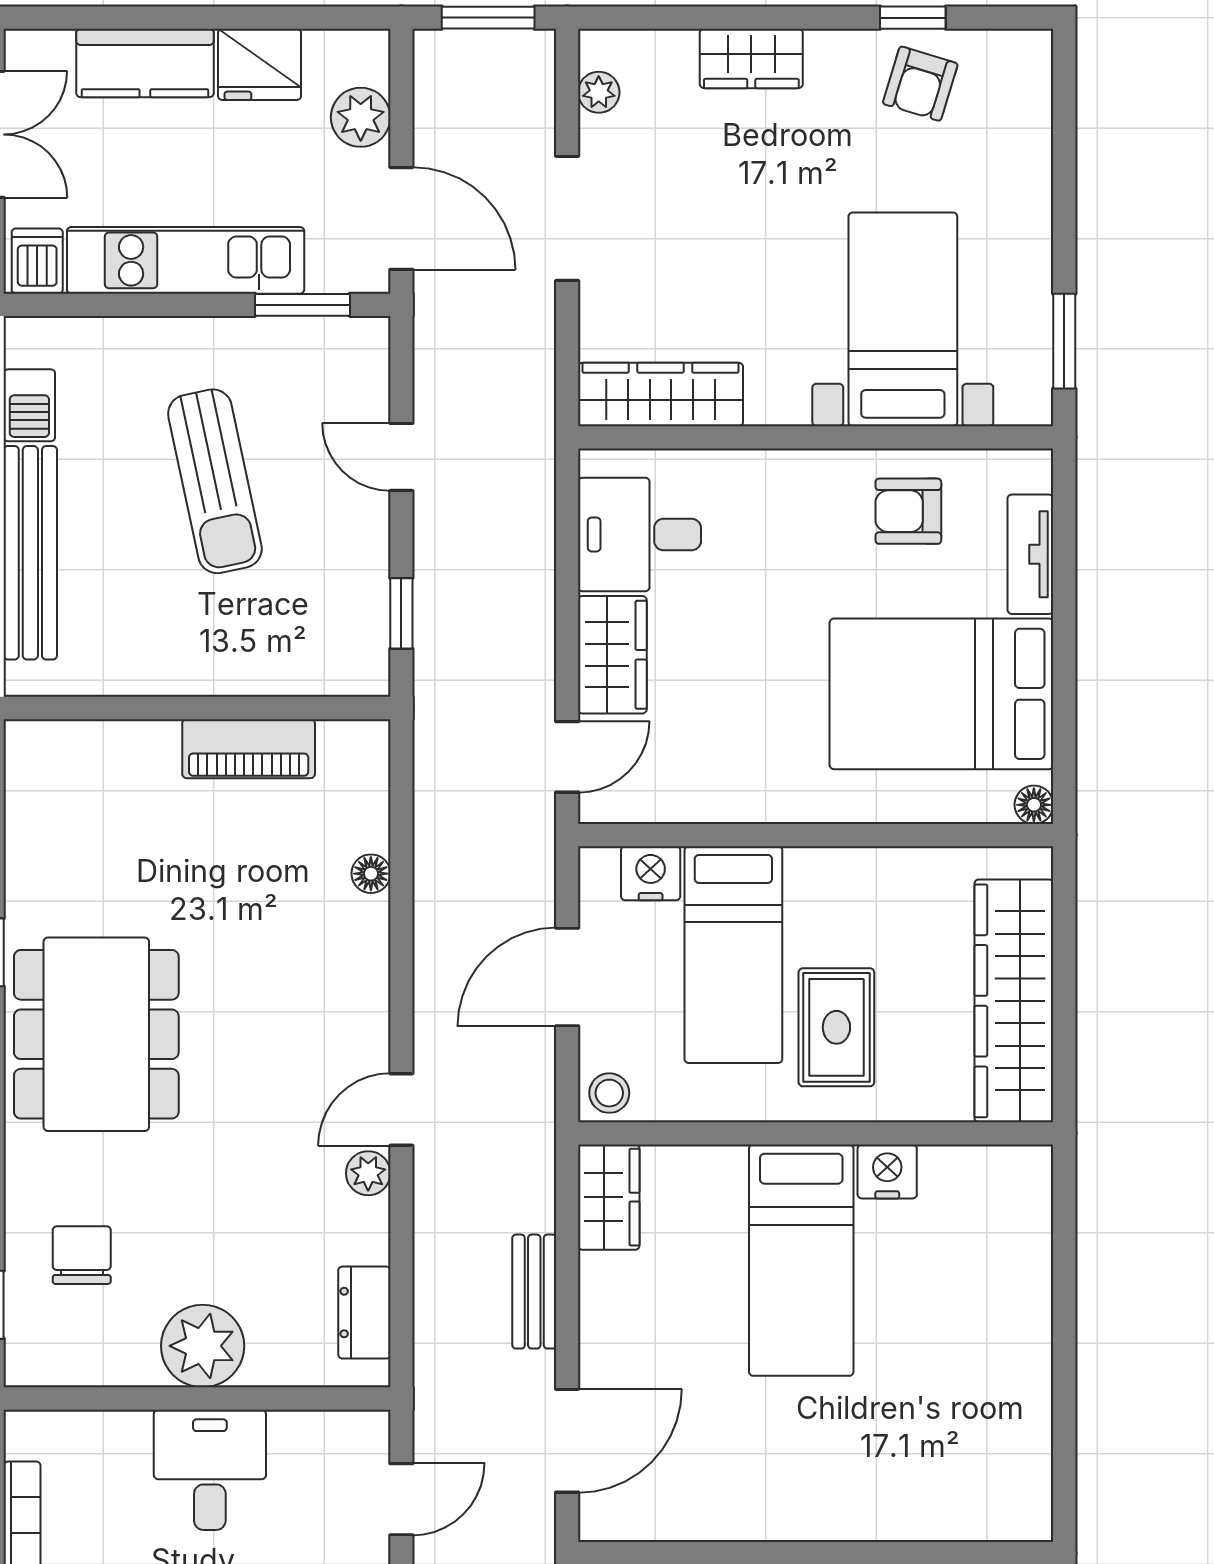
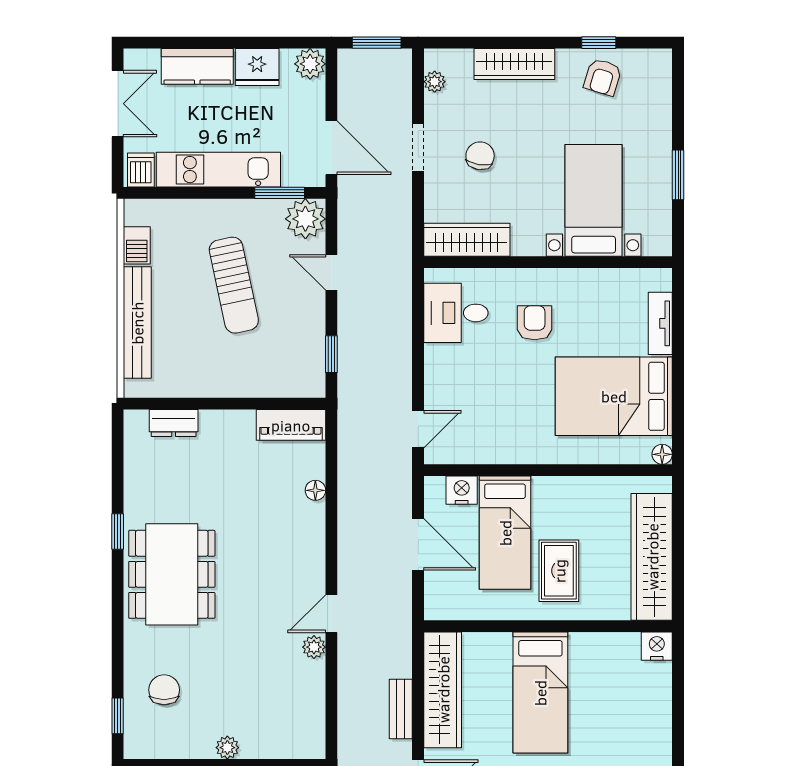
wardrobe: (751, 58) -> (514, 64), width x1.50
plant: (361, 117) -> (310, 64), moved
doorway: (567, 218) -> (418, 148), width x0.73
chair: (686, 234) -> (480, 156), added
window: (1064, 341) -> (678, 175), moved
plant: (352, 354) -> (305, 219), added
armchair: (908, 511) -> (535, 323), moved, turned 90
wardrobe: (612, 655) -> (442, 376), removed
piano: (249, 749) -> (291, 425), moved
door: (567, 977) -> (418, 544), swing flipped
stool: (609, 1093) -> (440, 605), removed
nightstand: (887, 1172) -> (657, 646), moved
wardrobe: (609, 1197) -> (443, 690), width x2.10, depth x1.17
dresser: (364, 1313) -> (174, 423), moved, turned -90
plant: (203, 1346) -> (227, 748), width x0.53, depth x0.53

